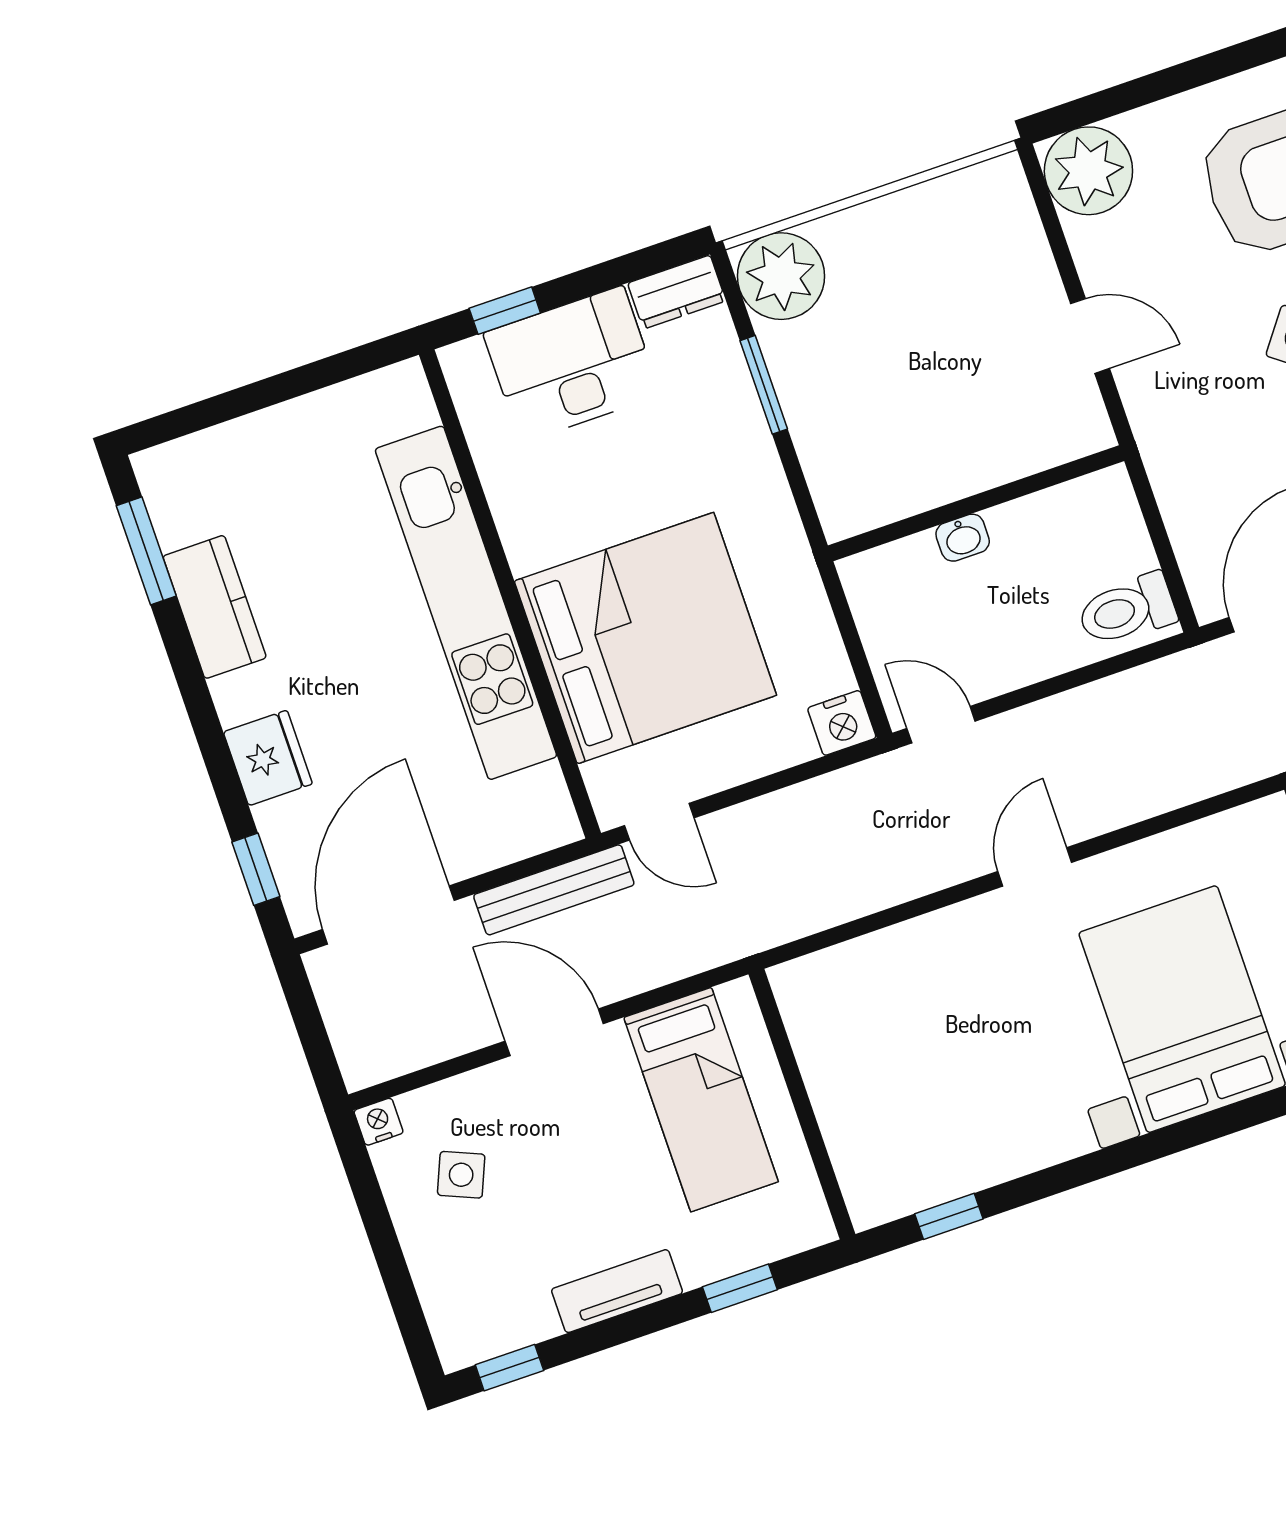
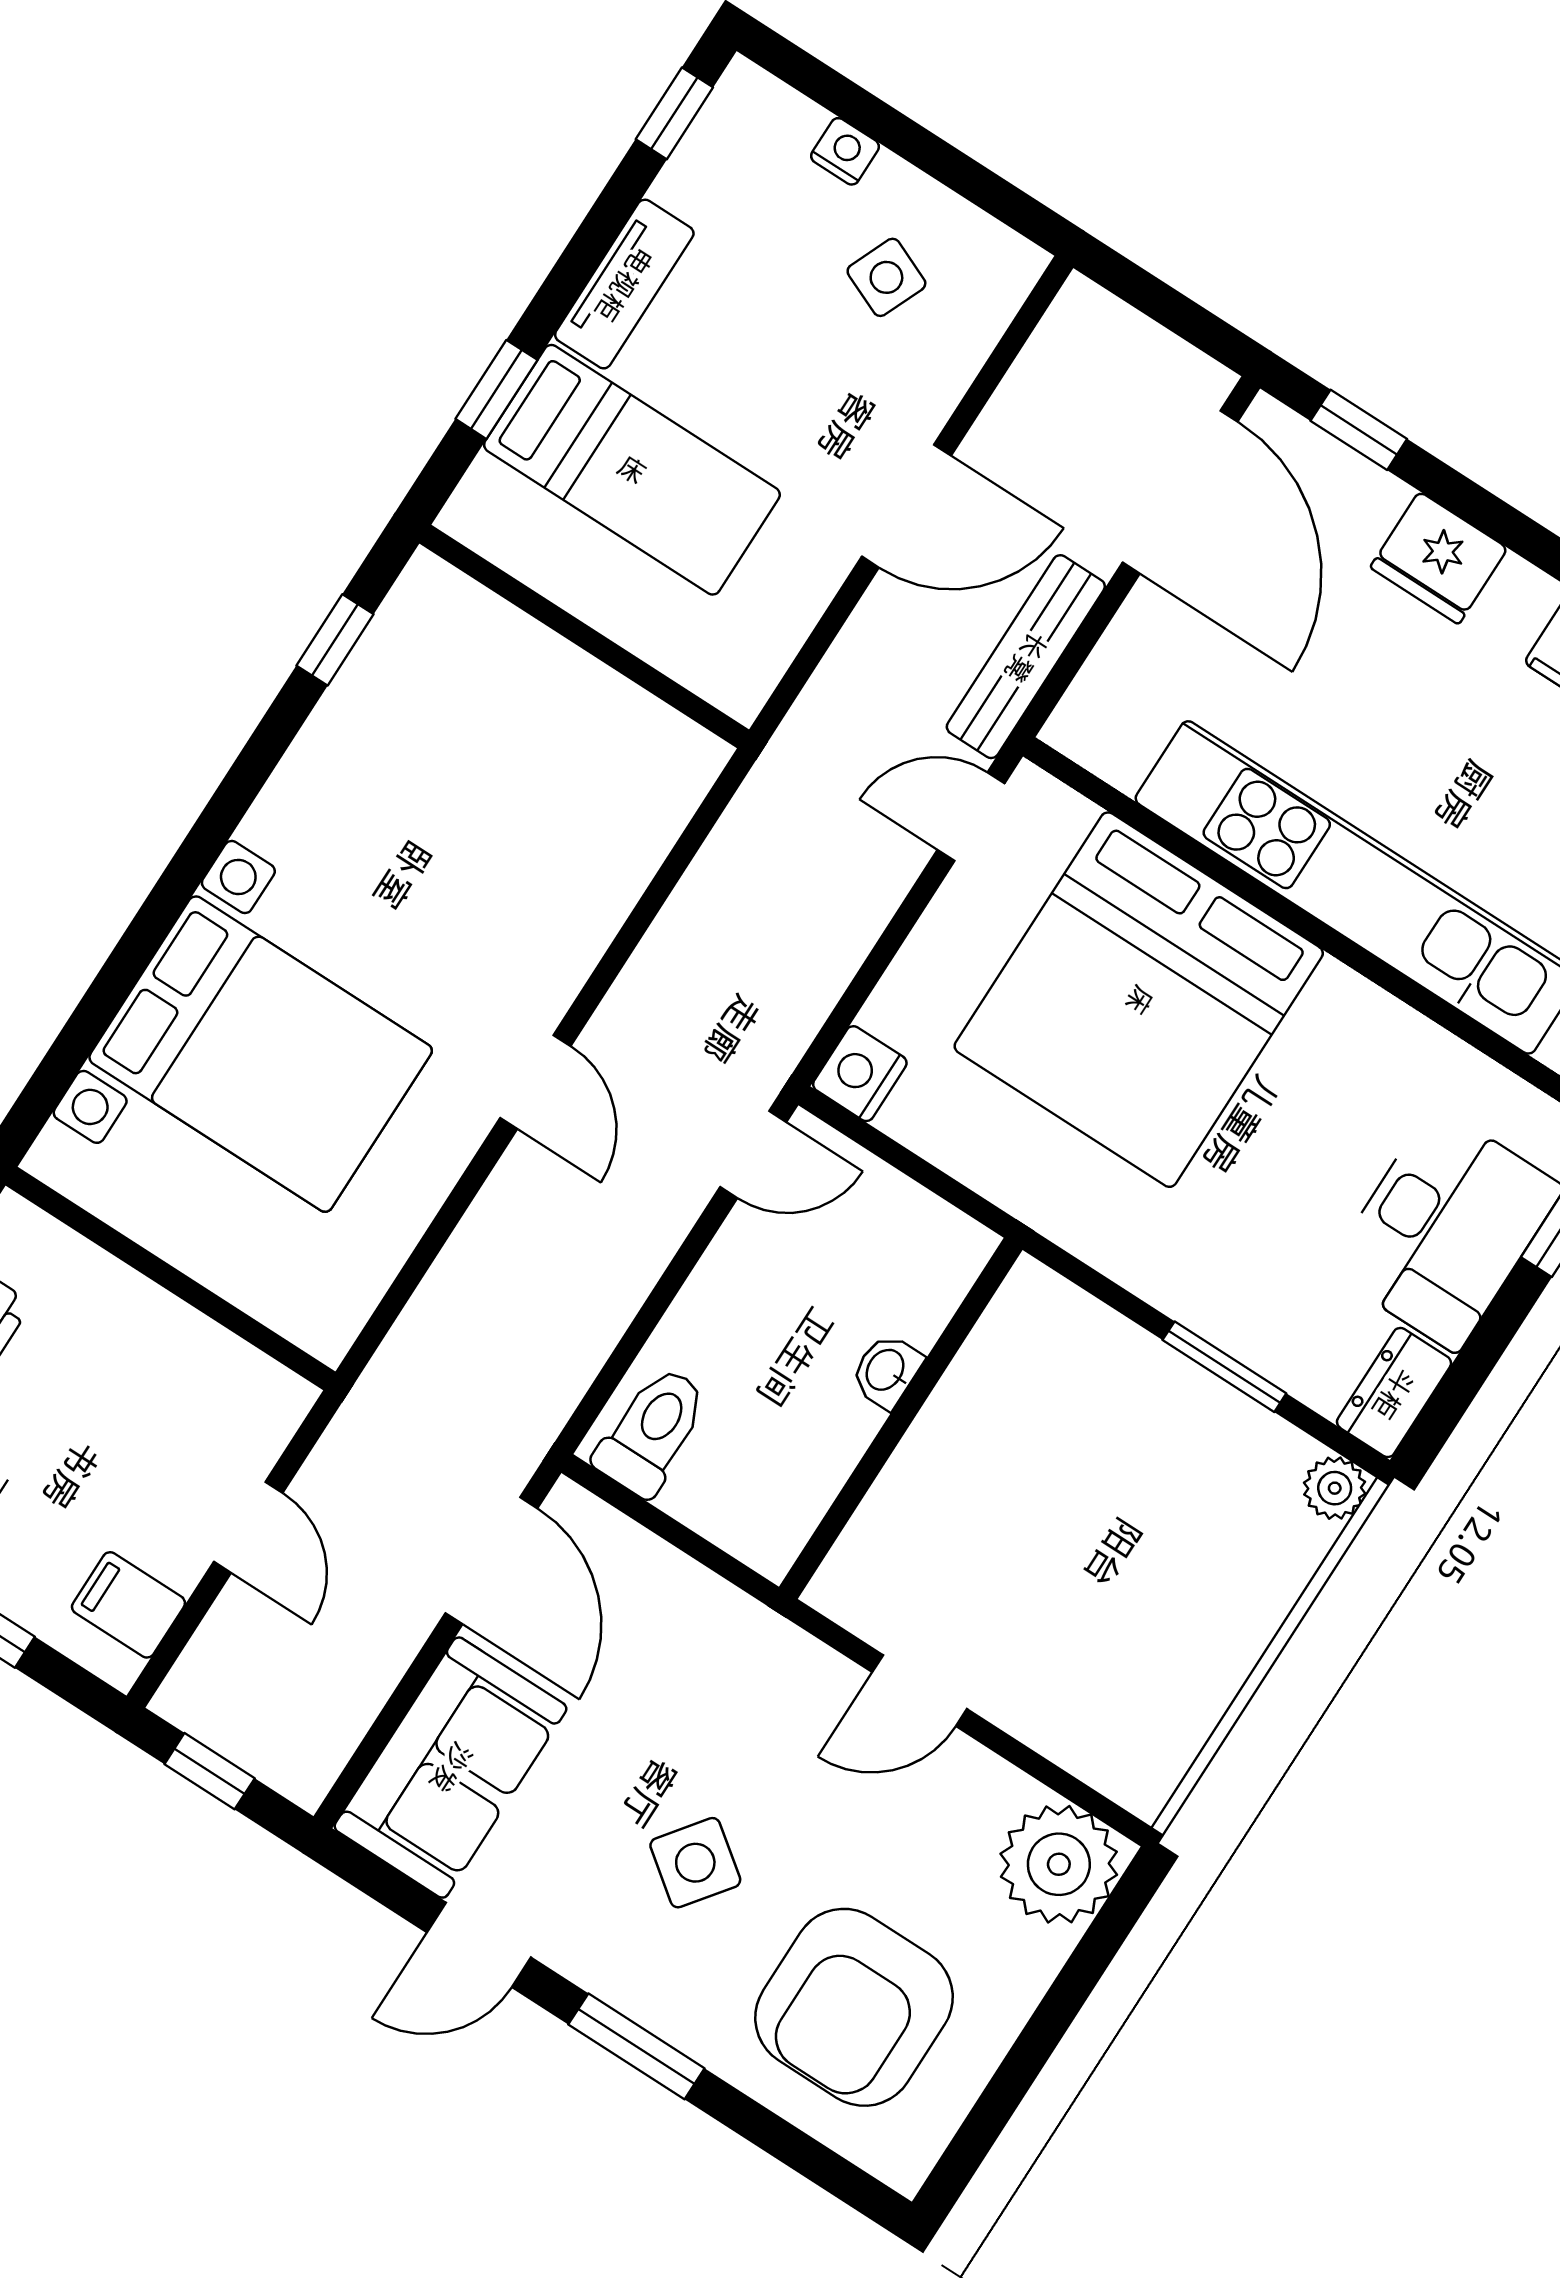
plant: (781, 276) -> (1335, 1488), width x0.53, depth x0.53
bed: (701, 1100) -> (632, 470), moved, turned 180
nightstand: (379, 1122) -> (845, 151), moved, turned -90

